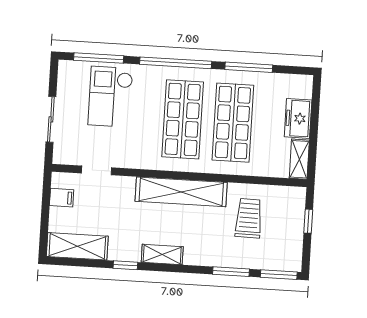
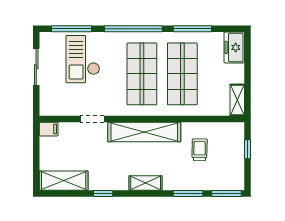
freezer: (298, 118) -> (234, 47), moved
sliding door: (51, 119) -> (36, 67), moved
doorway: (97, 170) -> (92, 119), moved
filing cabinet: (62, 198) -> (49, 129), moved
trolley: (249, 218) -> (200, 150), width x0.73, depth x0.72
shelving: (162, 254) -> (146, 183), moved

